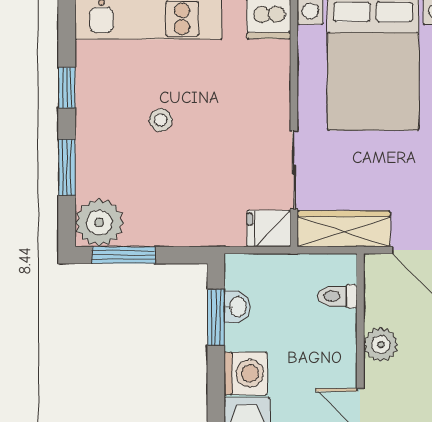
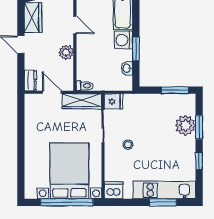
stool: (161, 120) -> (128, 145), moved
plant: (99, 223) -> (185, 125), moved
toilet: (337, 296) -> (85, 86), moved
window: (216, 317) -> (136, 49), moved

